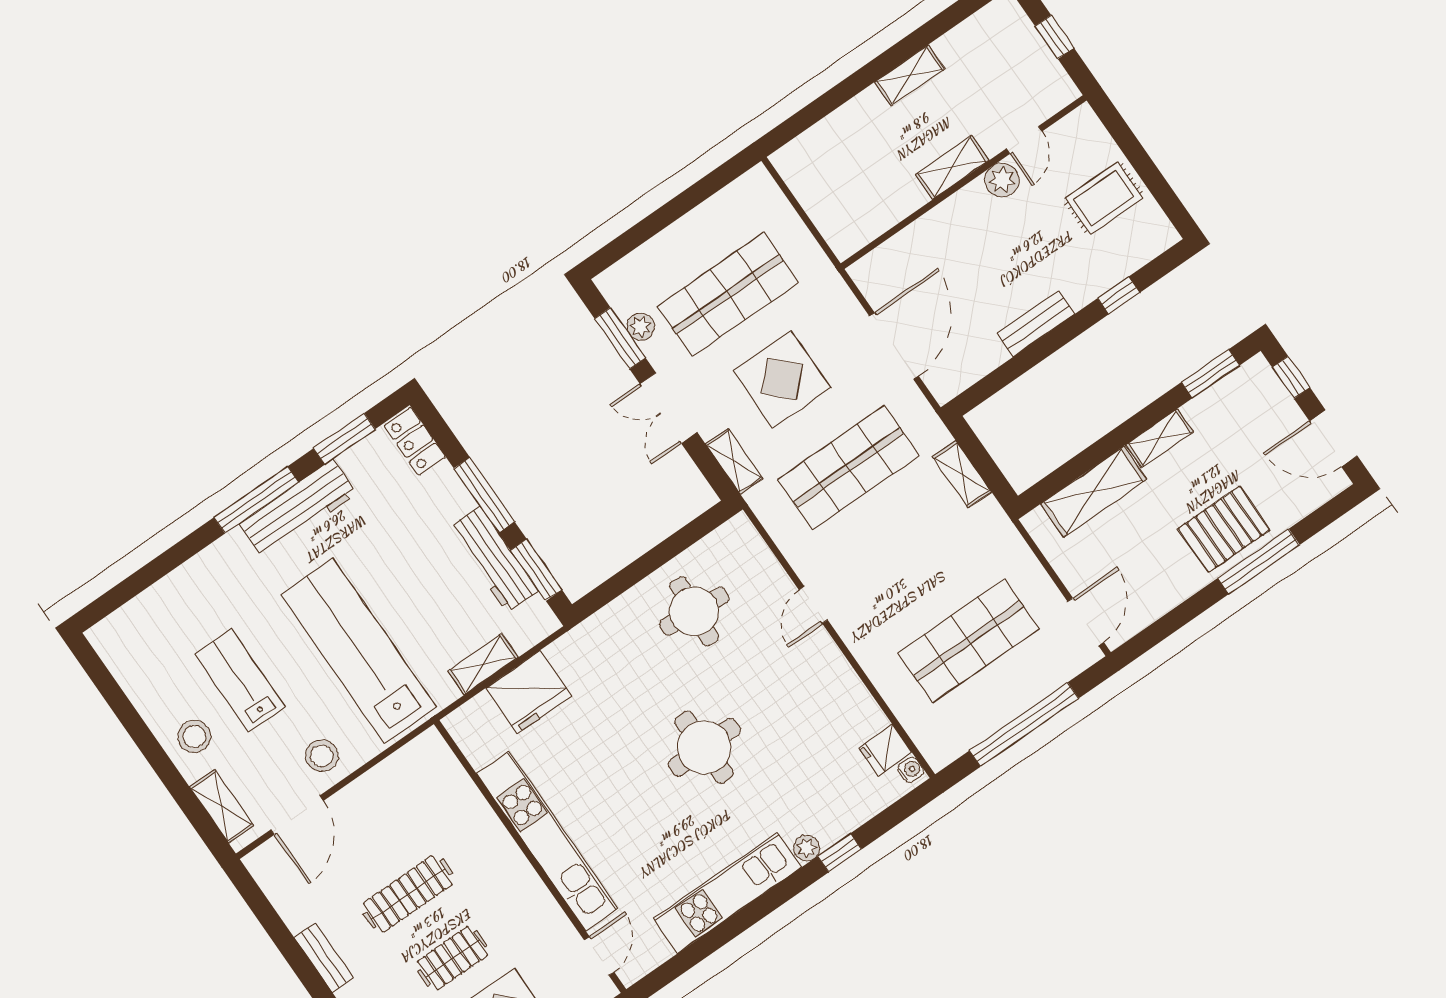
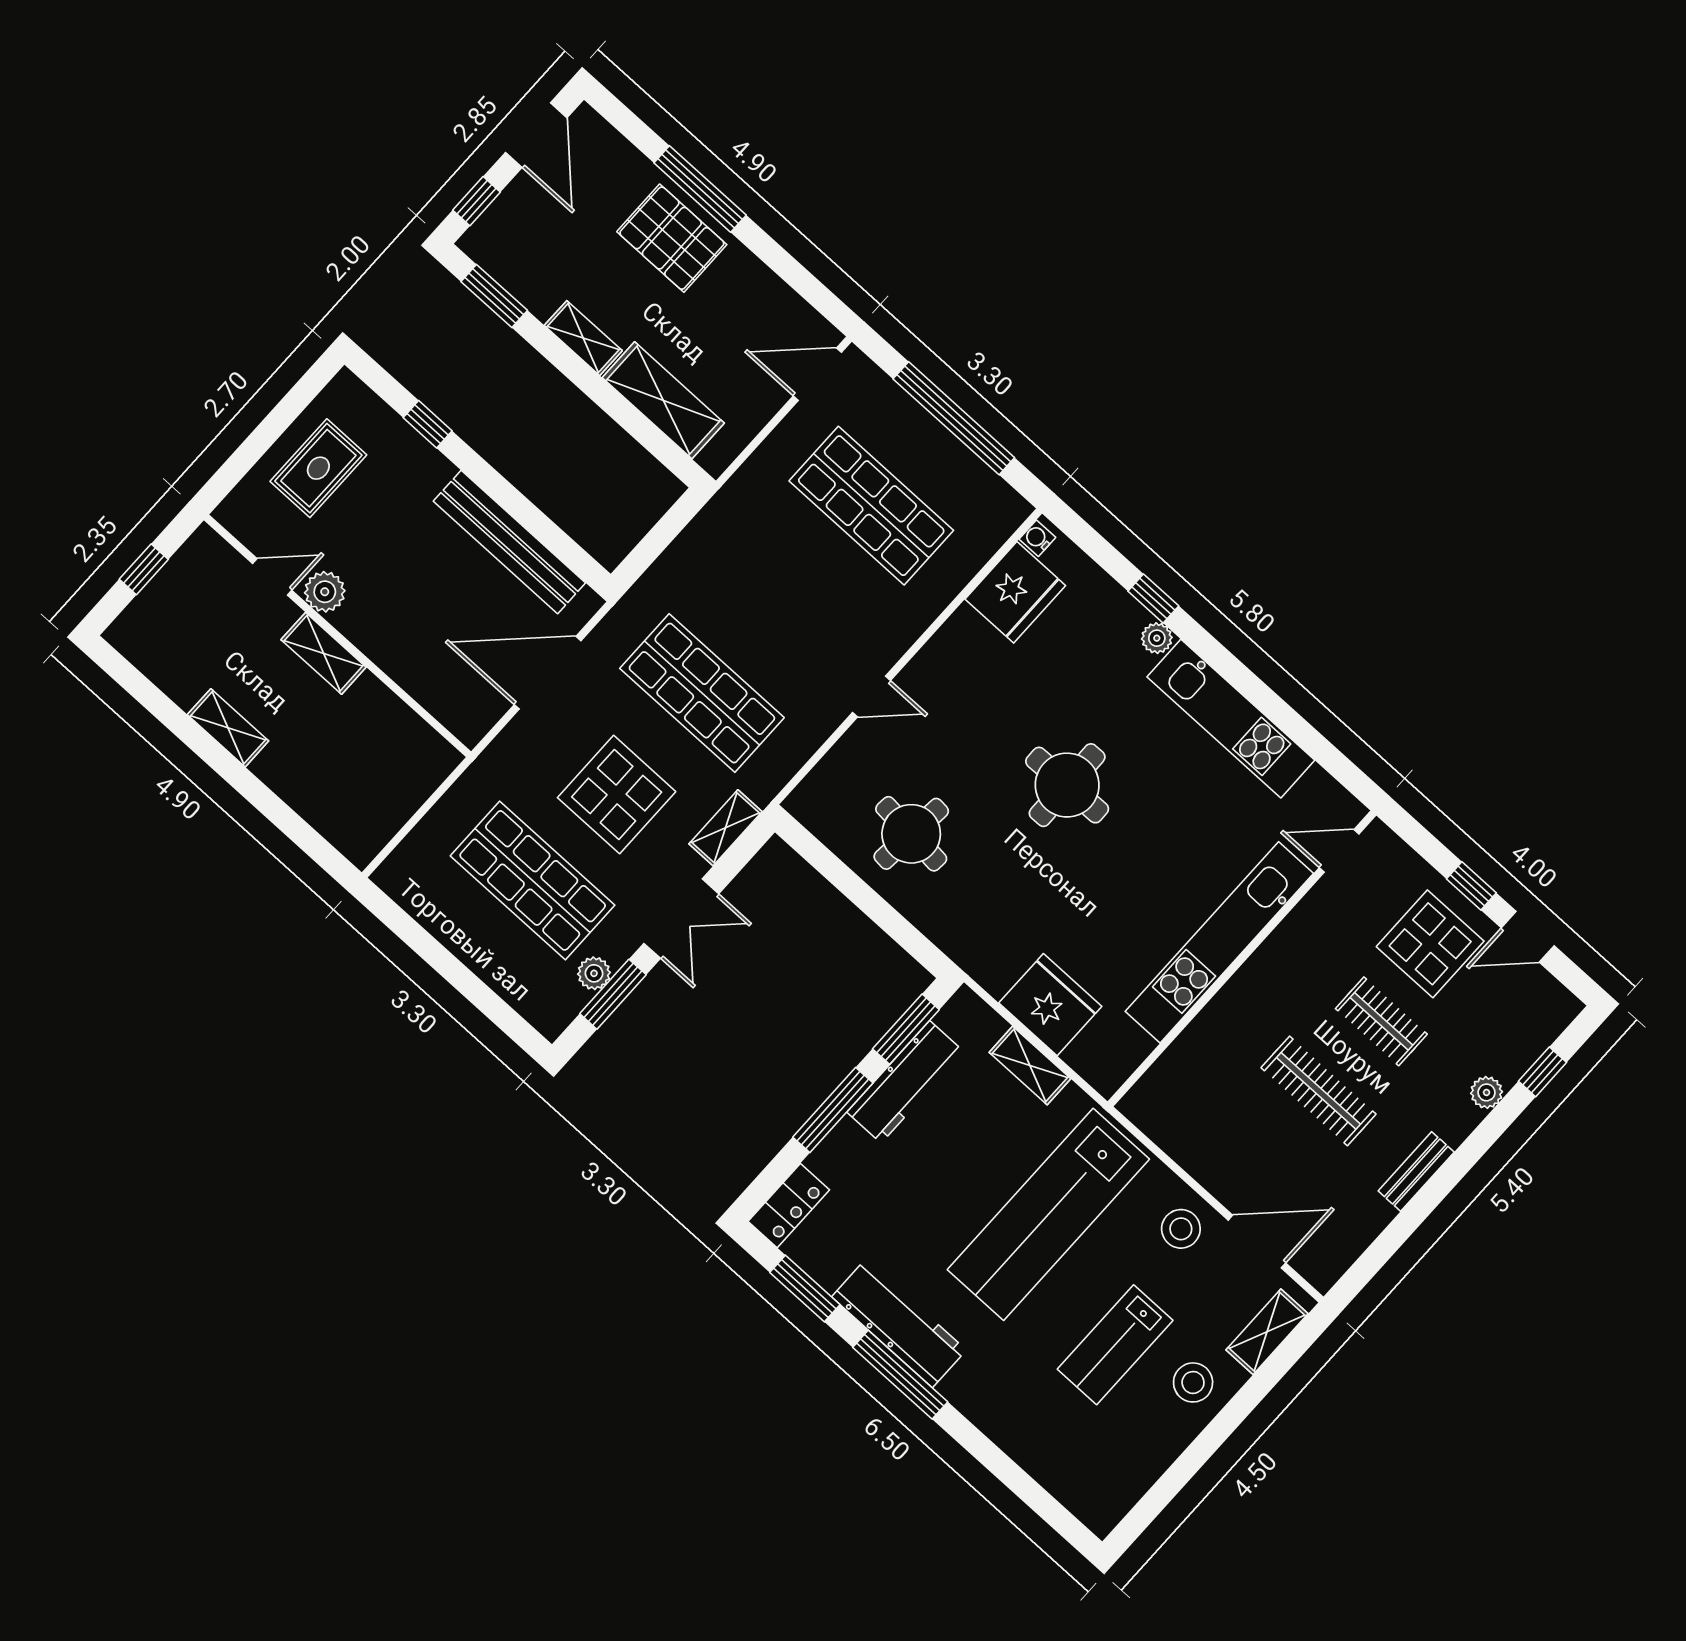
rug: (1104, 198) -> (318, 468), turned 90
bench: (1036, 324) -> (509, 542), width x1.86, depth x1.21
shelving: (962, 474) -> (679, 559), removed
fridge: (885, 750) -> (1015, 592), width x1.88, depth x1.34

